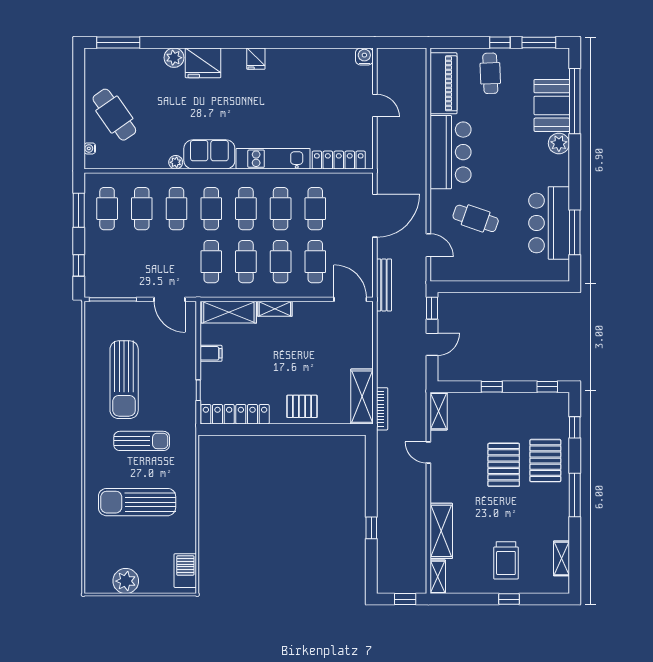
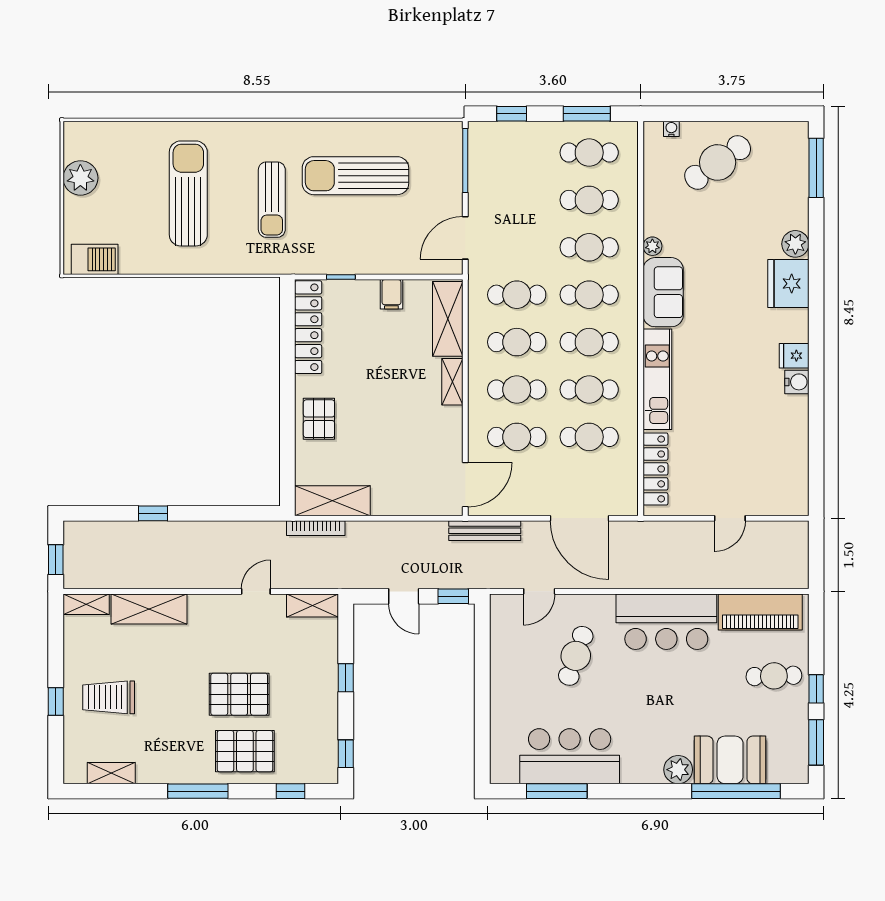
water cooler: (364, 57) -> (797, 382), moved

